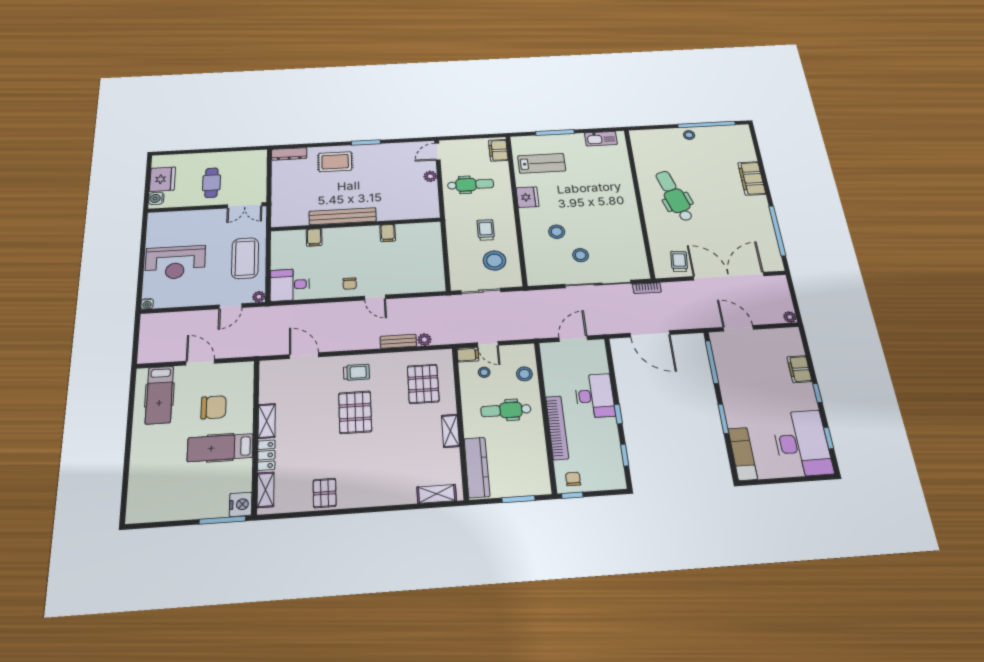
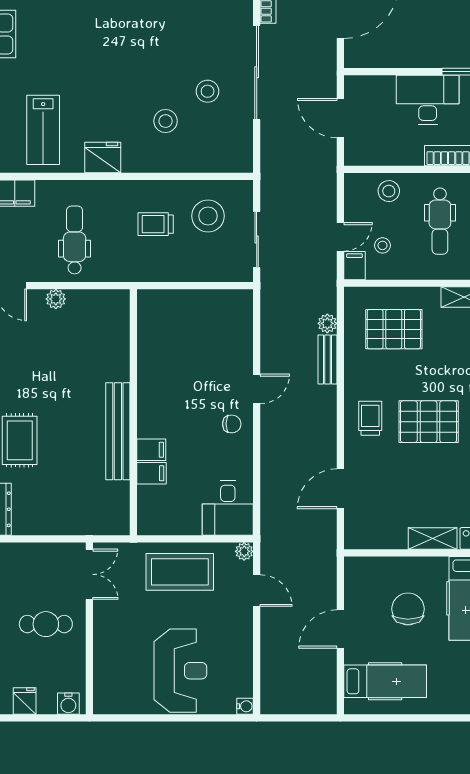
lab bench: (542, 163) -> (43, 130), turned 180
fridge: (162, 179) -> (25, 701), width x0.53, depth x0.75
filing cabinet: (388, 233) -> (151, 450), moved

